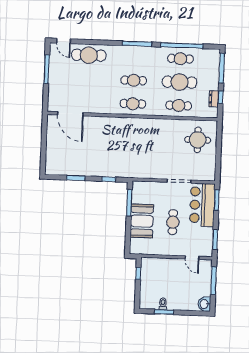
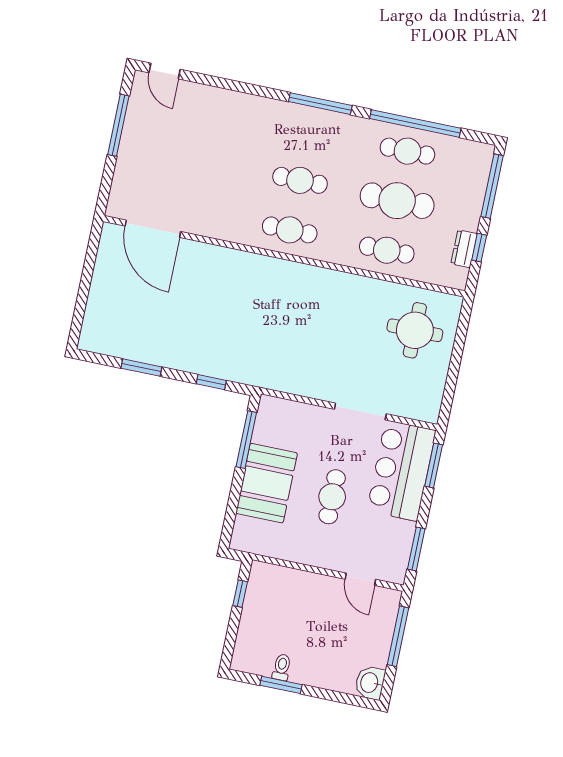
cafe table: (89, 55) -> (213, 111), removed

